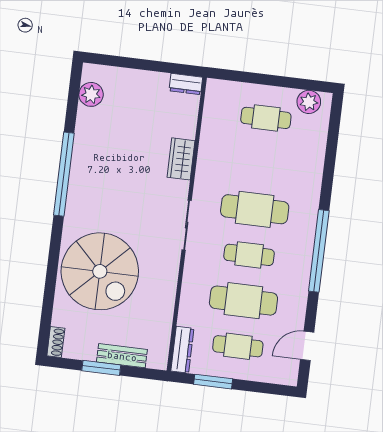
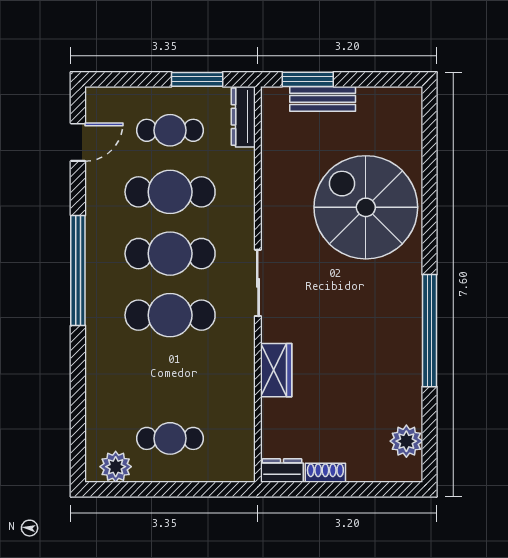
cafe table: (249, 255) -> (170, 254), width x1.37, depth x1.35
shoe rack: (56, 342) -> (325, 473), moved, turned 90
window: (101, 368) -> (308, 79), moved

